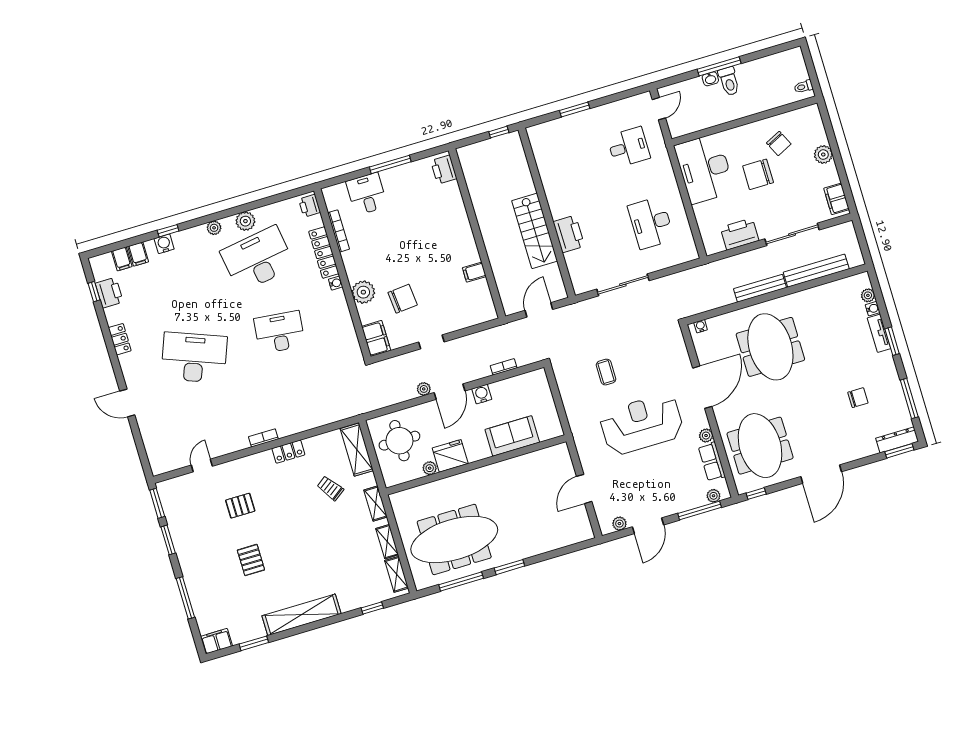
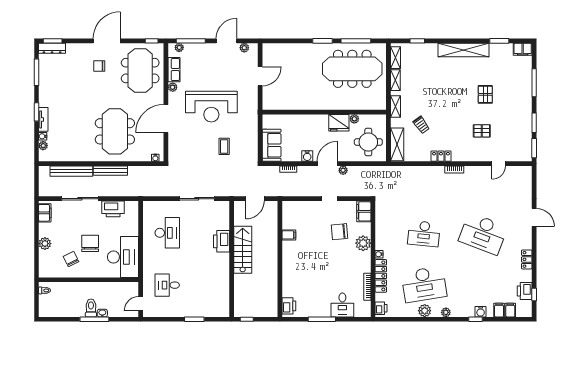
chair: (758, 174) -> (90, 243), turned -90
chair: (858, 398) -> (99, 66), moved
sofa: (512, 436) -> (272, 145), moved, turned -90

